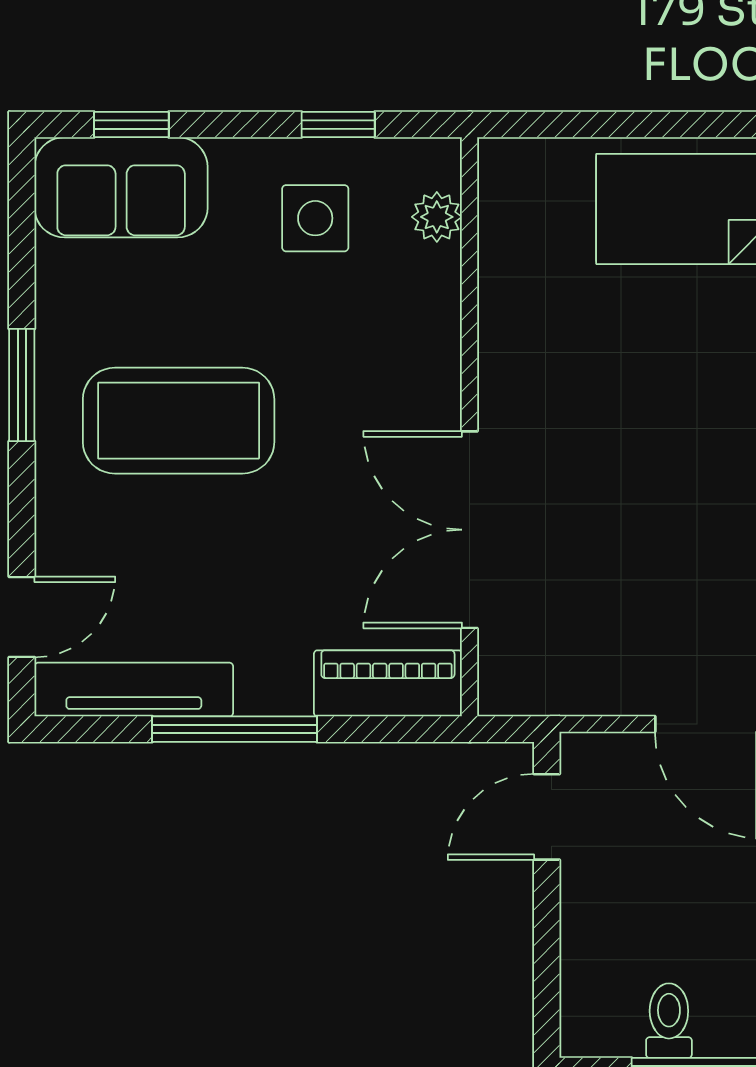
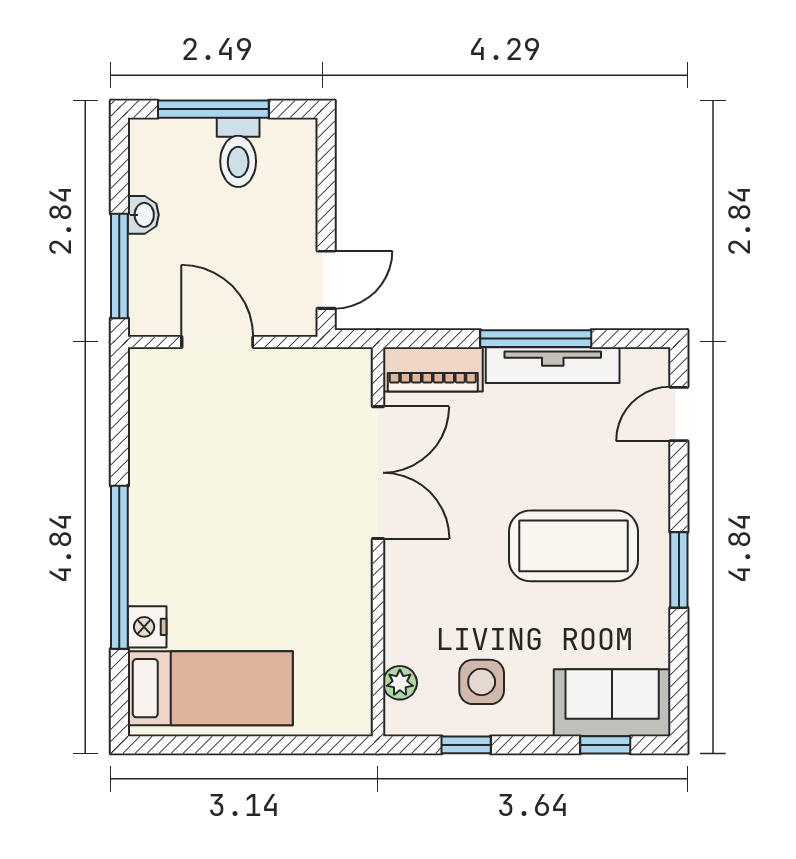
tv unit: (134, 690) -> (553, 365), moved
toilet: (669, 1021) -> (238, 152), width x1.37, depth x1.39

